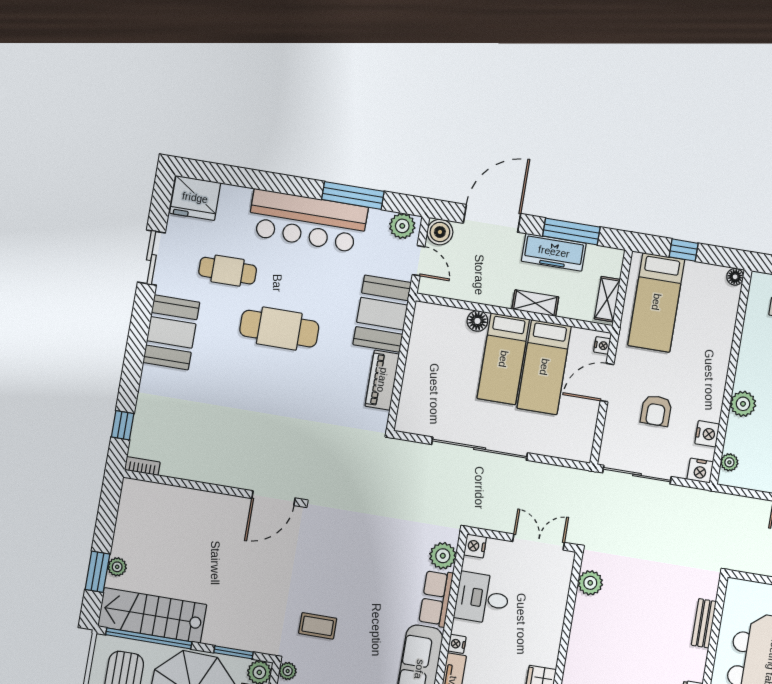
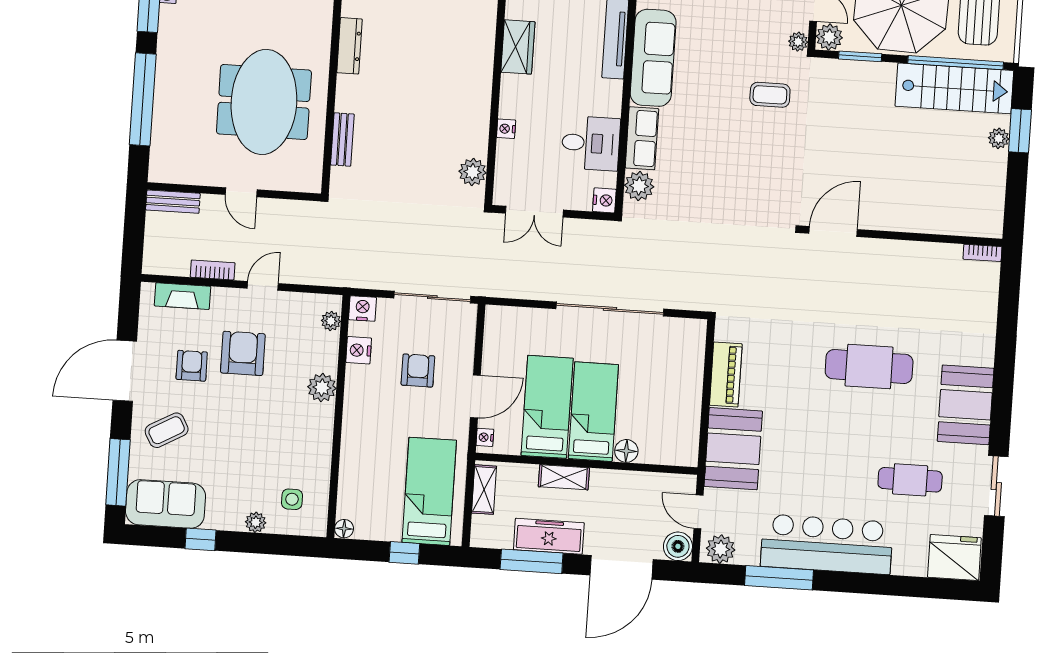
cafe table: (279, 329) -> (869, 367), moved
window: (123, 425) -> (1009, 296), removed
nightstand: (457, 644) -> (506, 129), moved, turned 180

